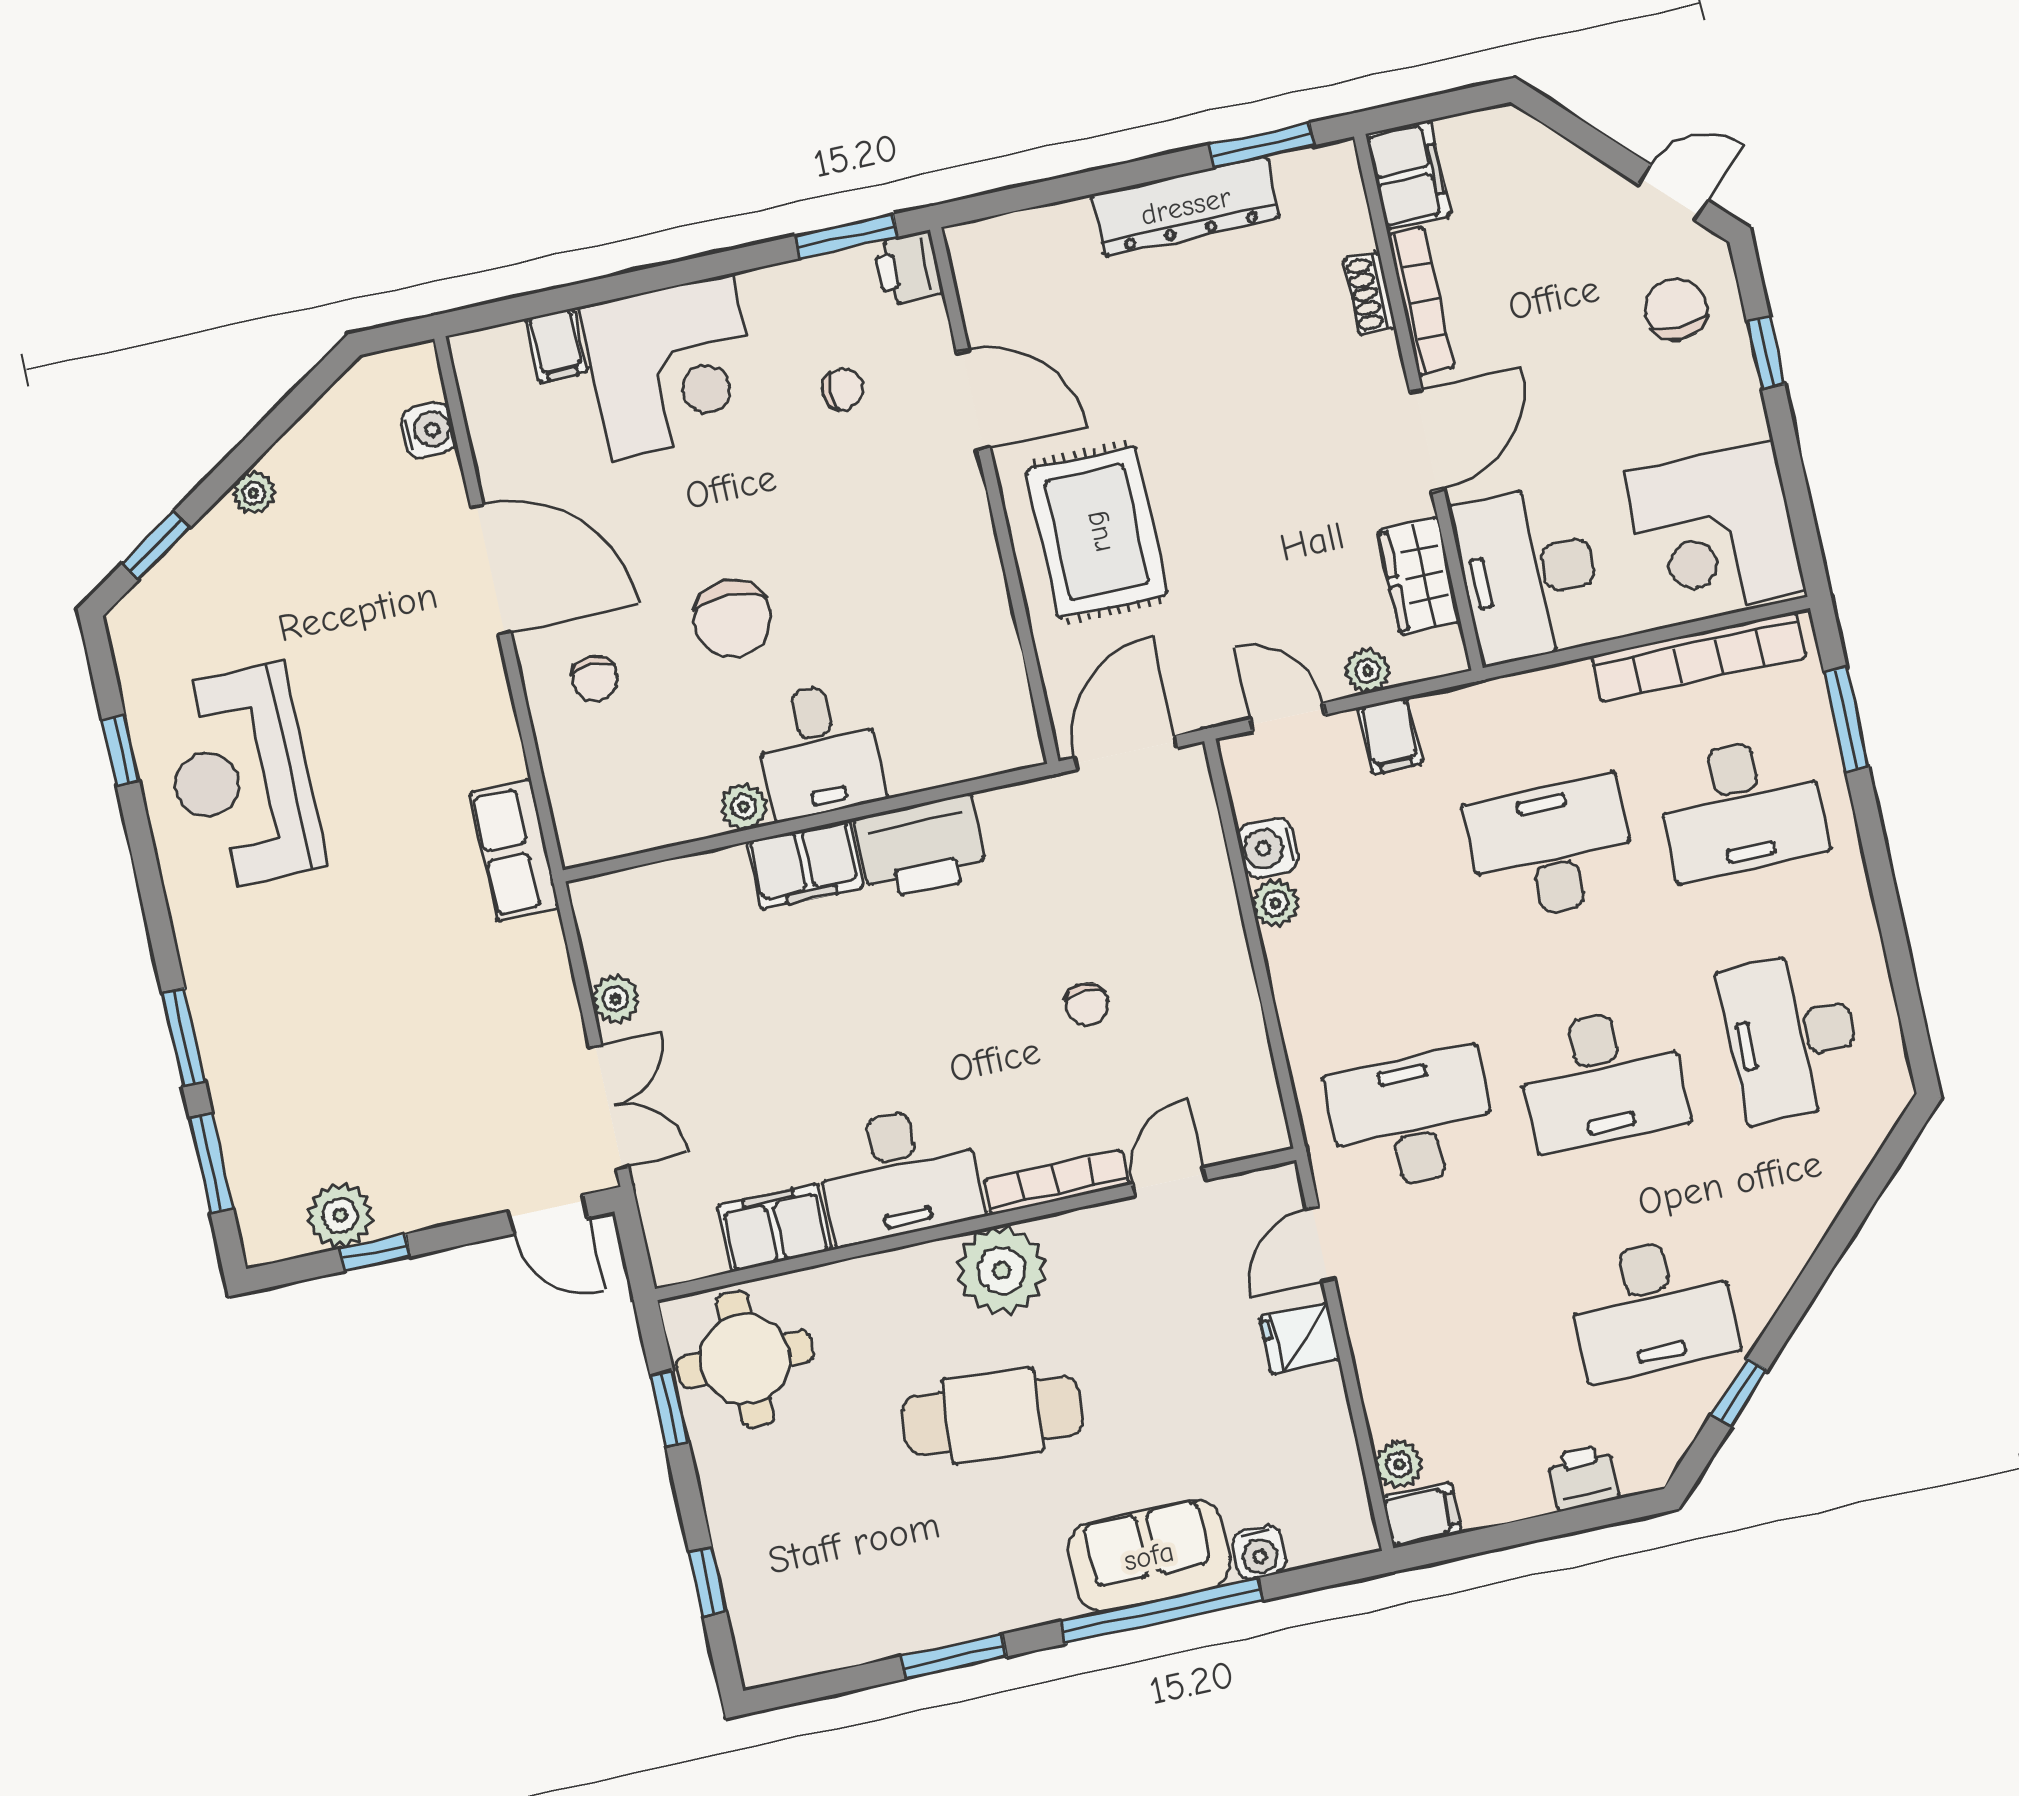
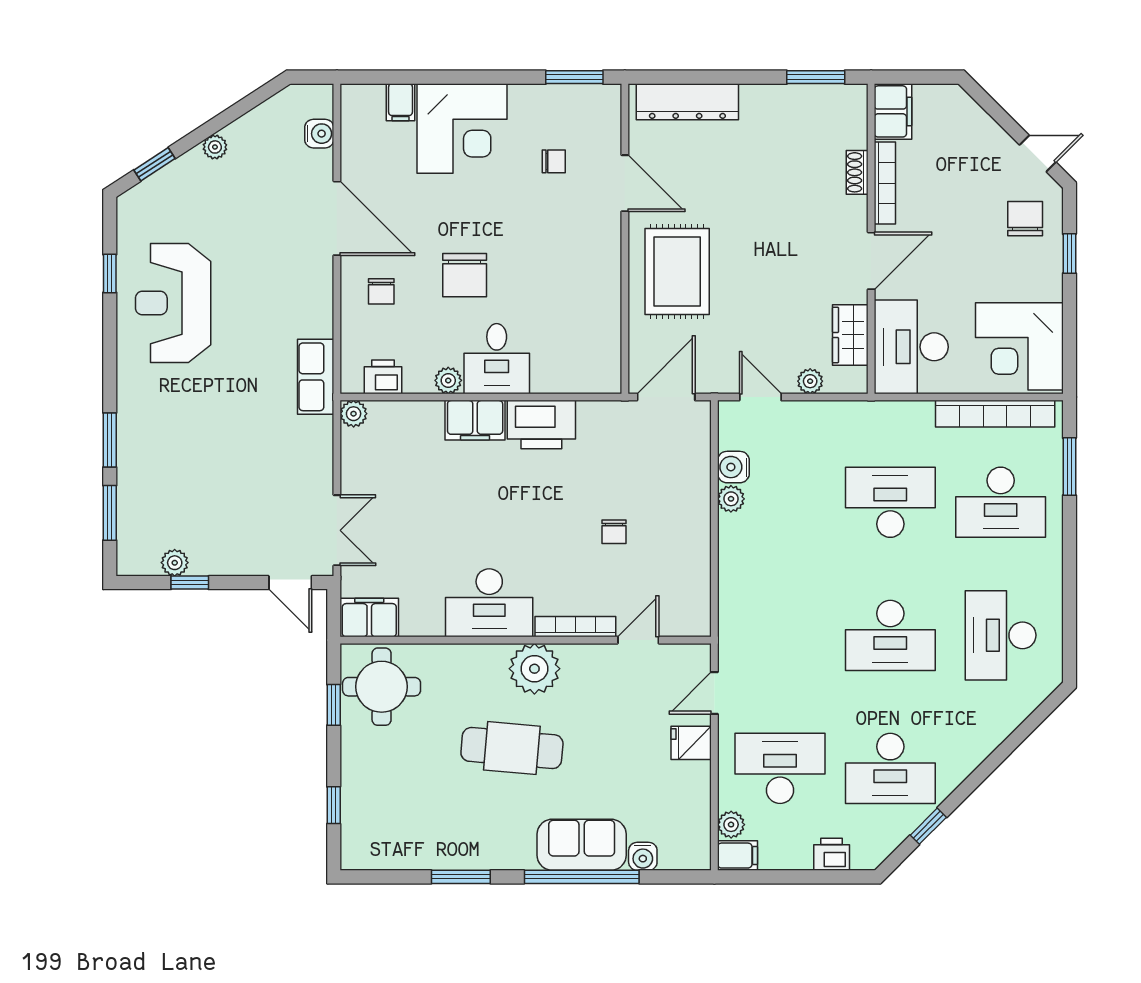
dresser: (1186, 206) -> (687, 102), moved
printer: (908, 268) -> (383, 377), moved, turned 90
filing cabinet: (1390, 736) -> (815, 420), removed
plant: (615, 999) -> (354, 414), moved
desk: (1412, 1120) -> (780, 768), moved
plant: (340, 1215) -> (175, 563), width x0.73, depth x0.73
filing cabinet: (775, 1228) -> (369, 617), moved

